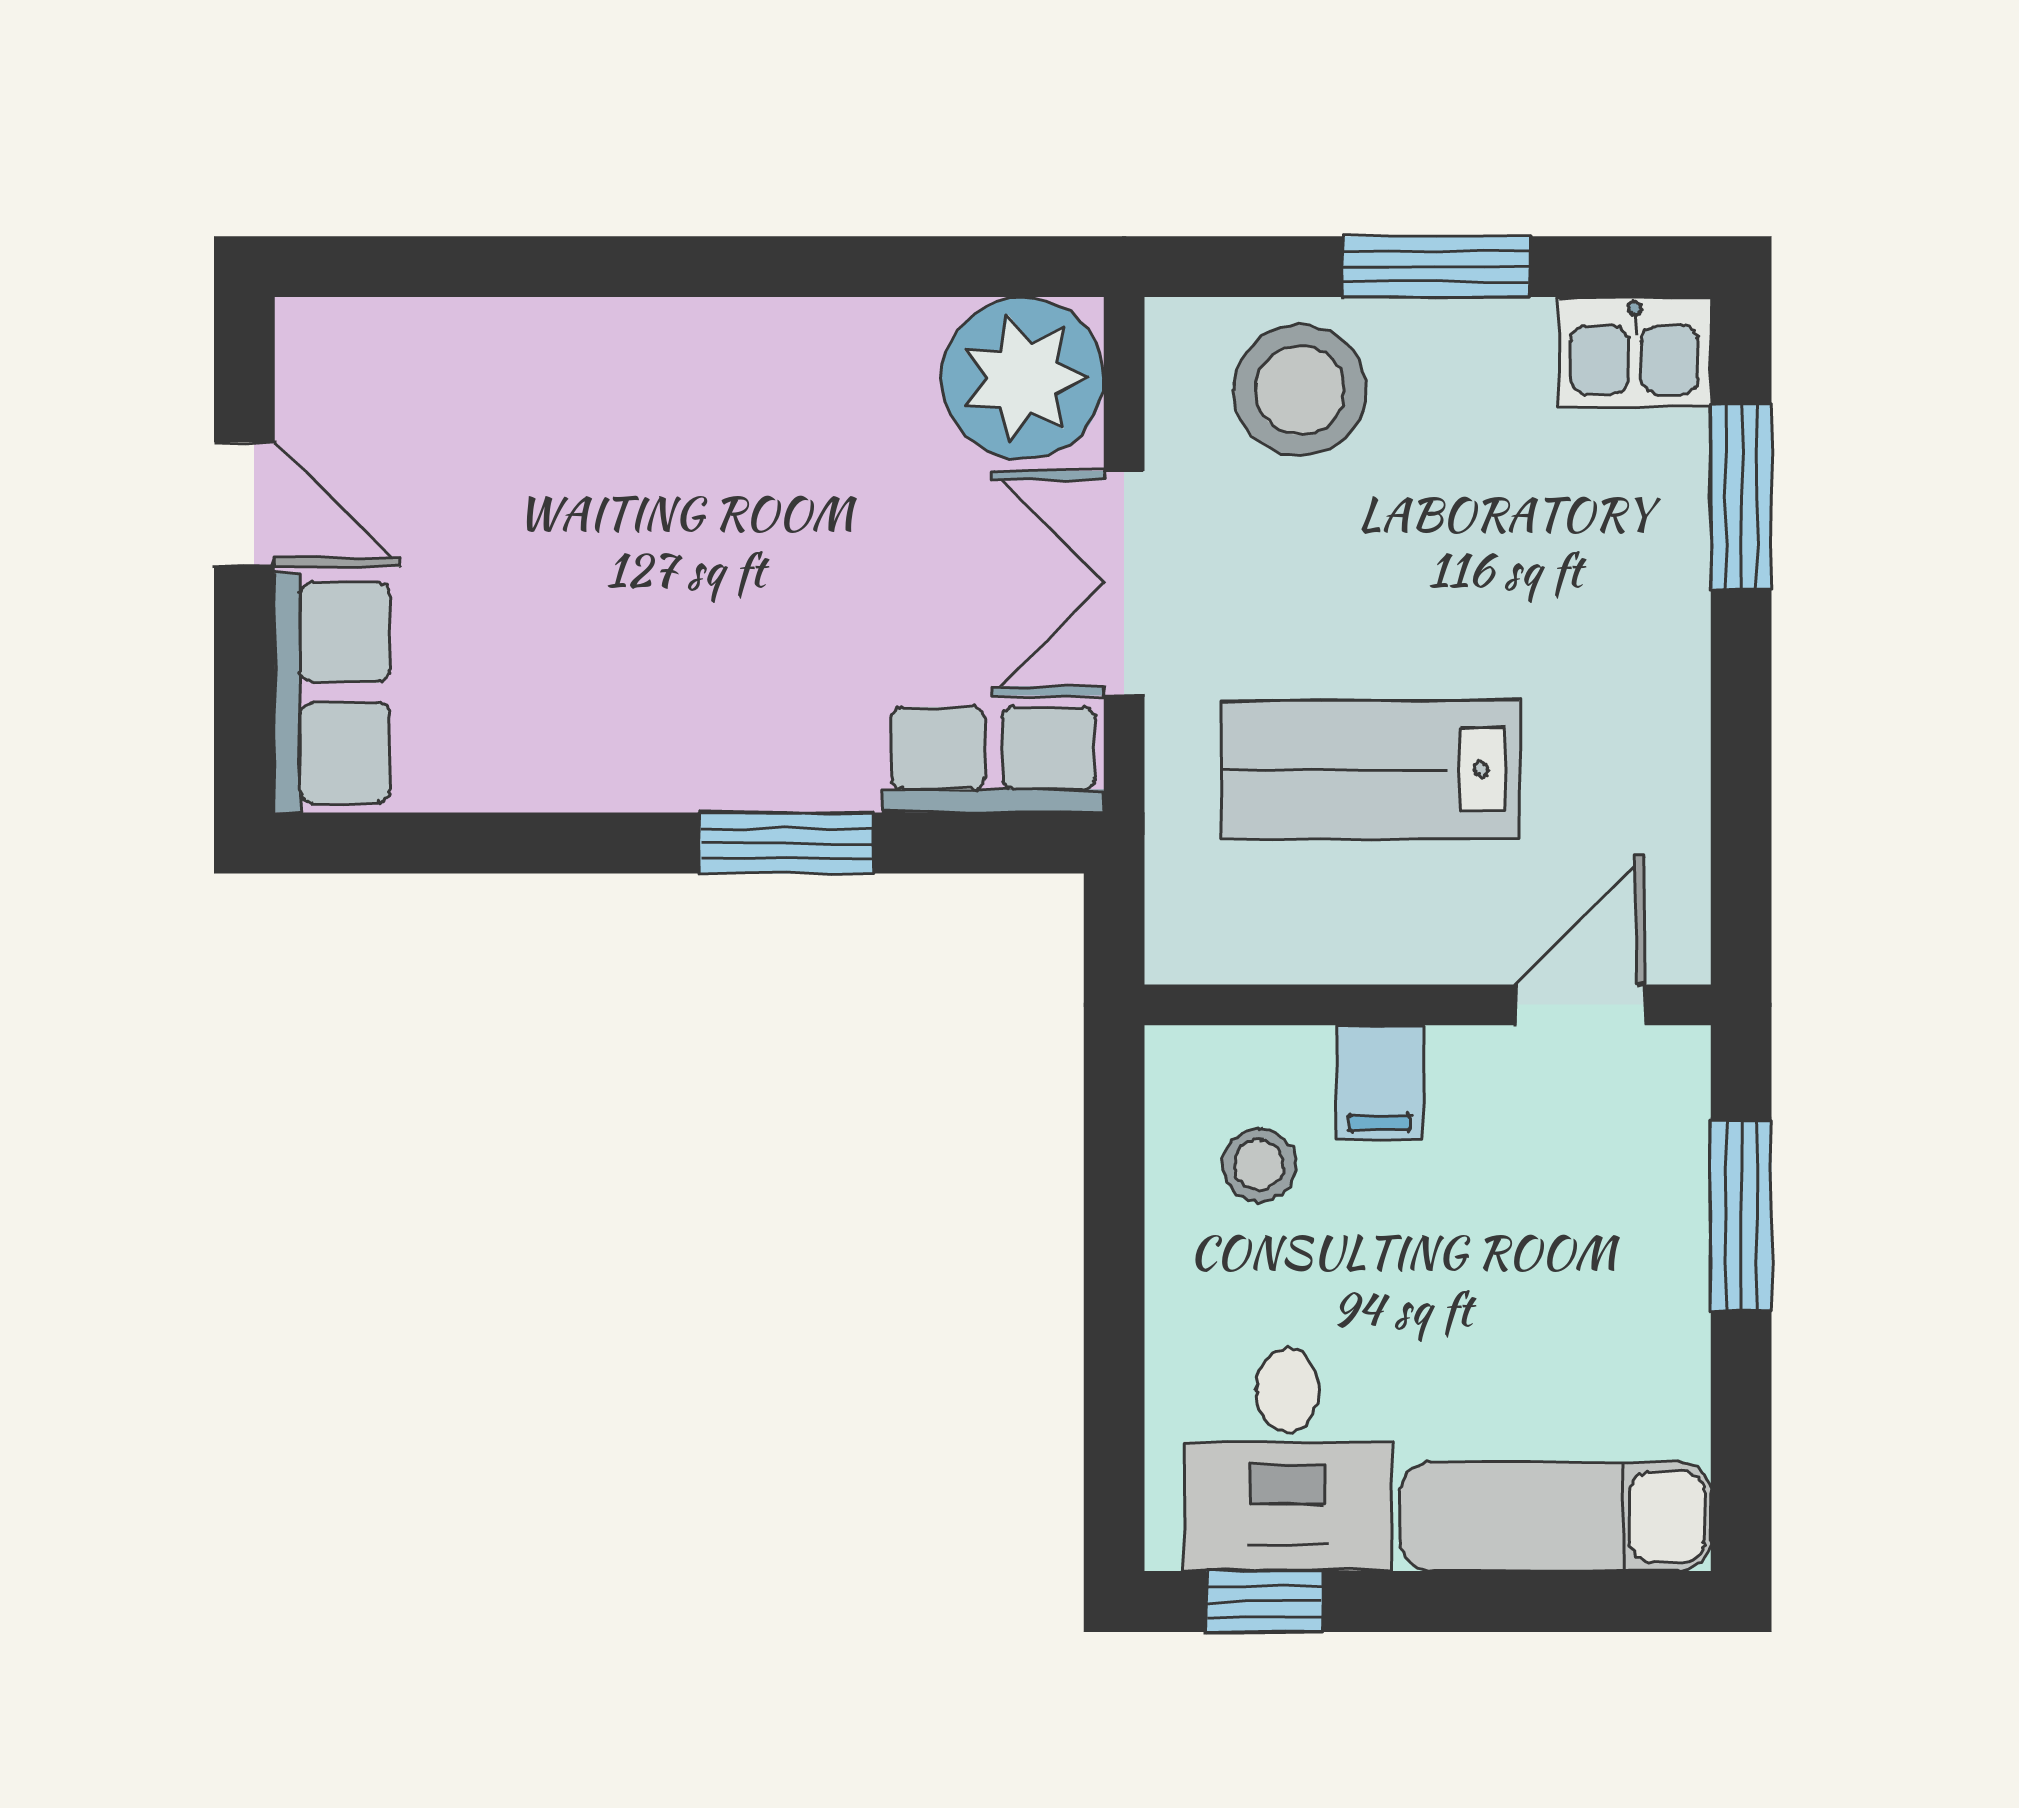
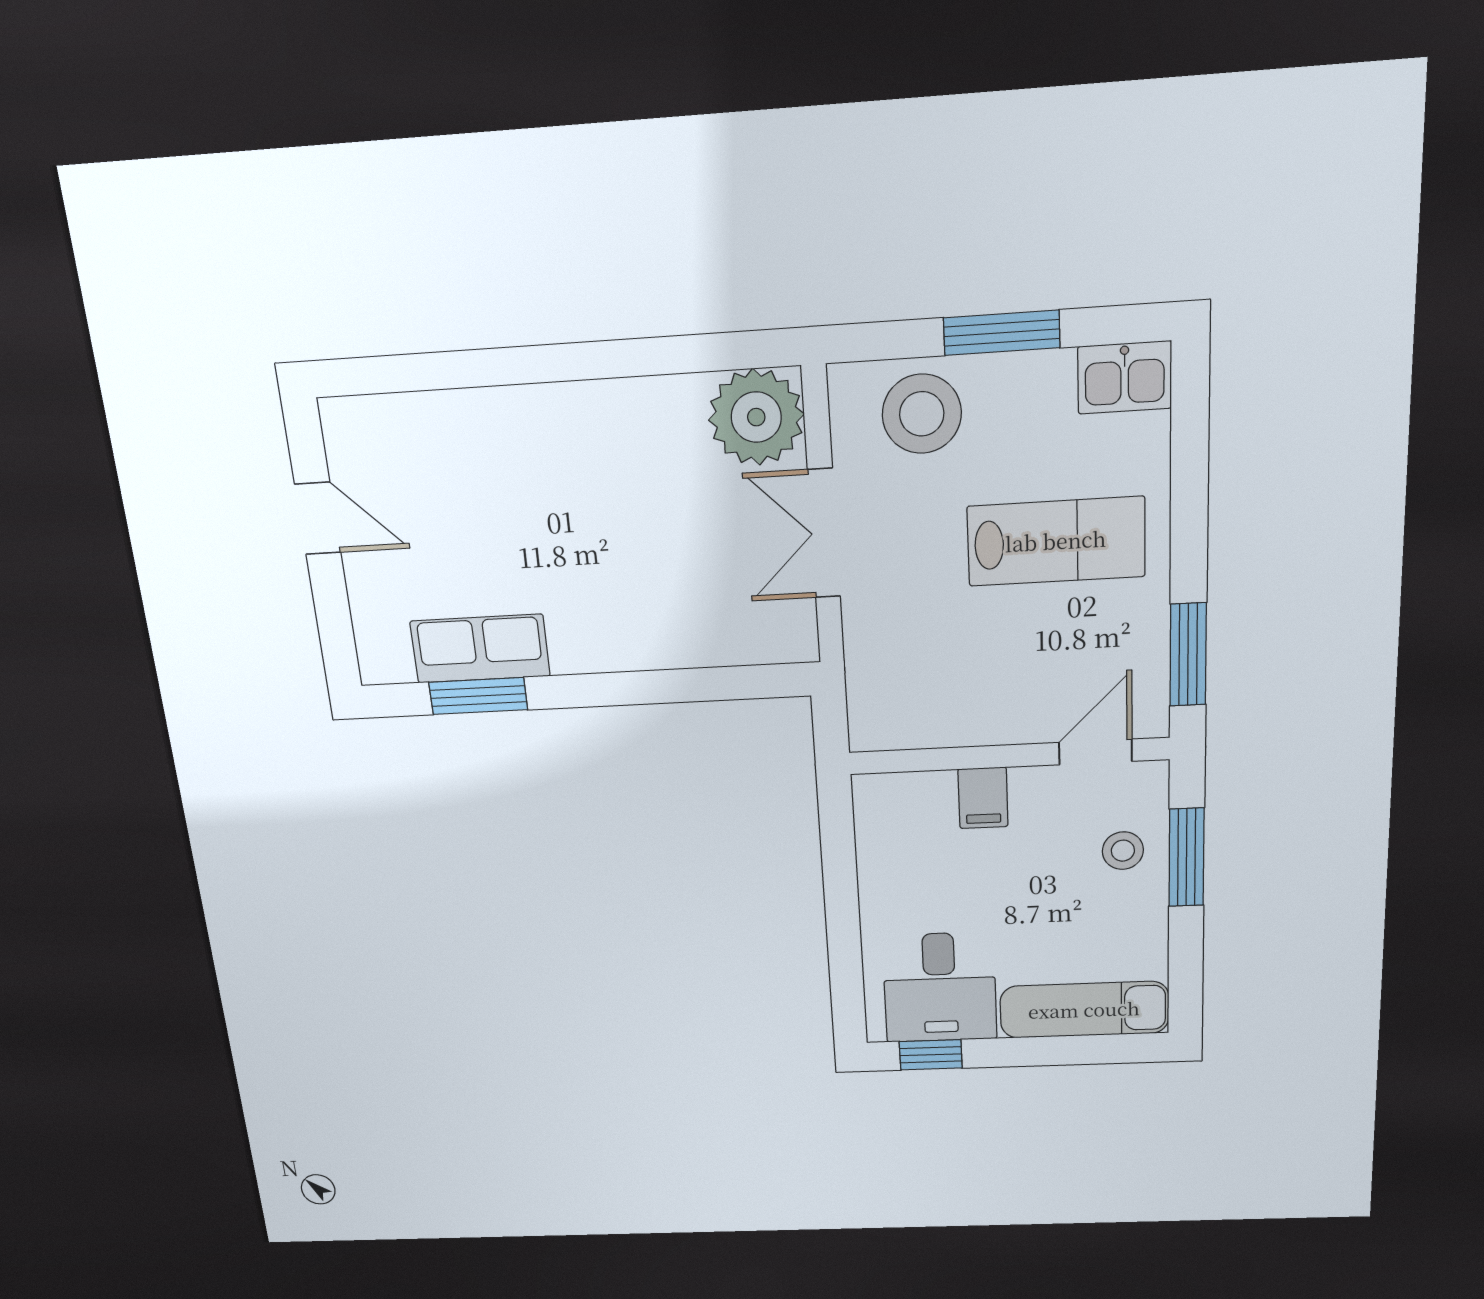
window: (1741, 497) -> (1188, 655), moved
row of seats: (332, 693) -> (480, 649), moved, turned -90
row of seats: (993, 760) -> (756, 636), removed
lab bench: (1371, 770) -> (1056, 541), moved, turned 180
window: (787, 843) -> (478, 696), moved
stool: (1259, 1165) -> (1123, 851), moved

